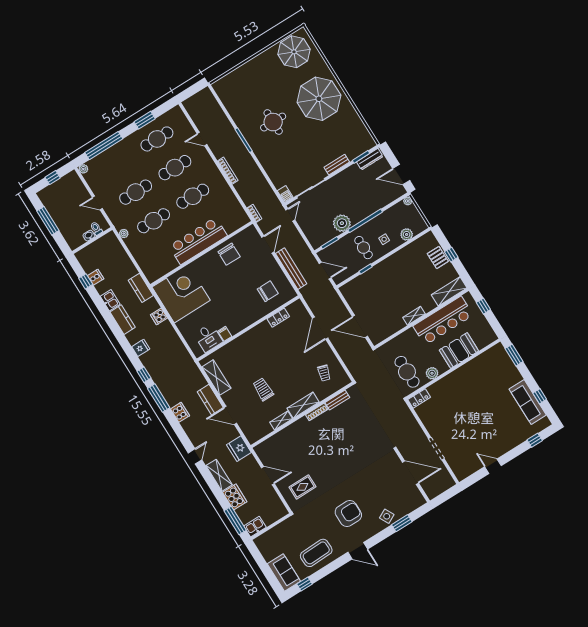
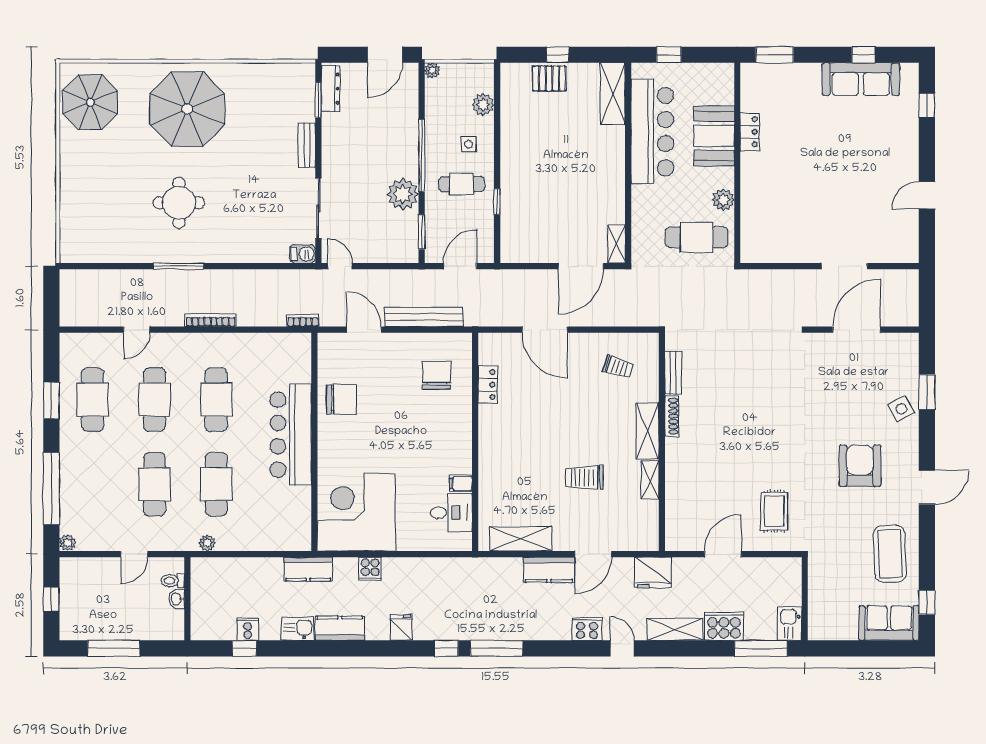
shelving: (414, 316) -> (616, 244), moved
locker: (419, 398) -> (750, 132), moved
cooker: (180, 412) -> (587, 629), moved

